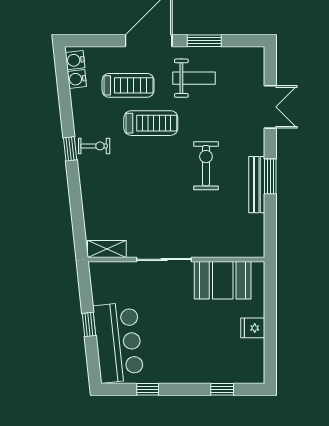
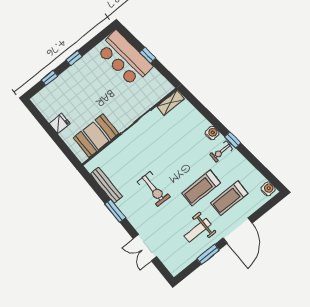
water cooler: (77, 79) -> (212, 133), moved
bench: (257, 185) -> (106, 185), moved
window: (148, 389) -> (74, 58), moved

